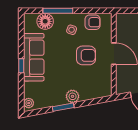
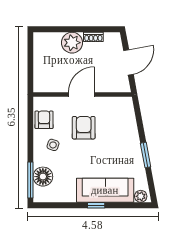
window: (58, 11) -> (30, 180), moved
sofa: (34, 57) -> (105, 190), moved
plant: (73, 96) -> (133, 144), removed

